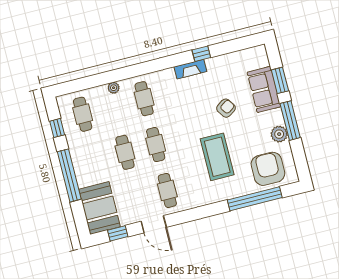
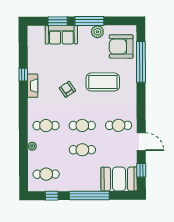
armchair: (226, 108) -> (67, 89), moved
door: (154, 224) -> (141, 142), hinge flipped

